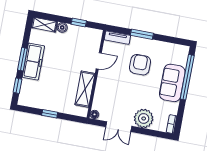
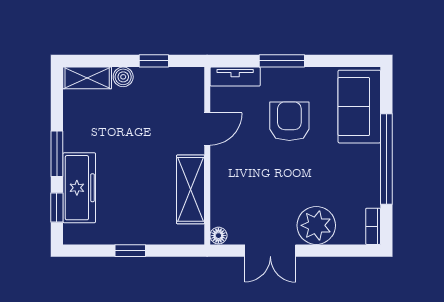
freezer: (33, 62) -> (79, 188), moved
window: (187, 77) -> (386, 159), moved
sofa: (172, 83) -> (359, 107), moved

